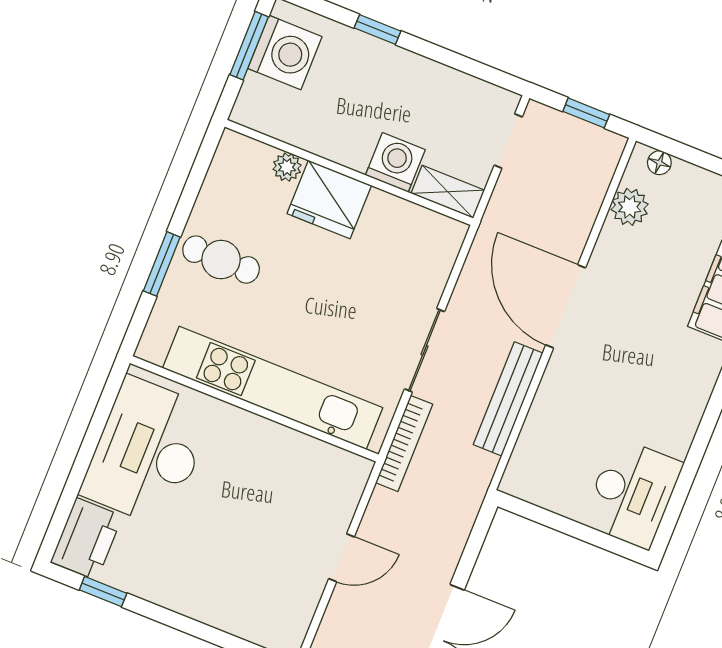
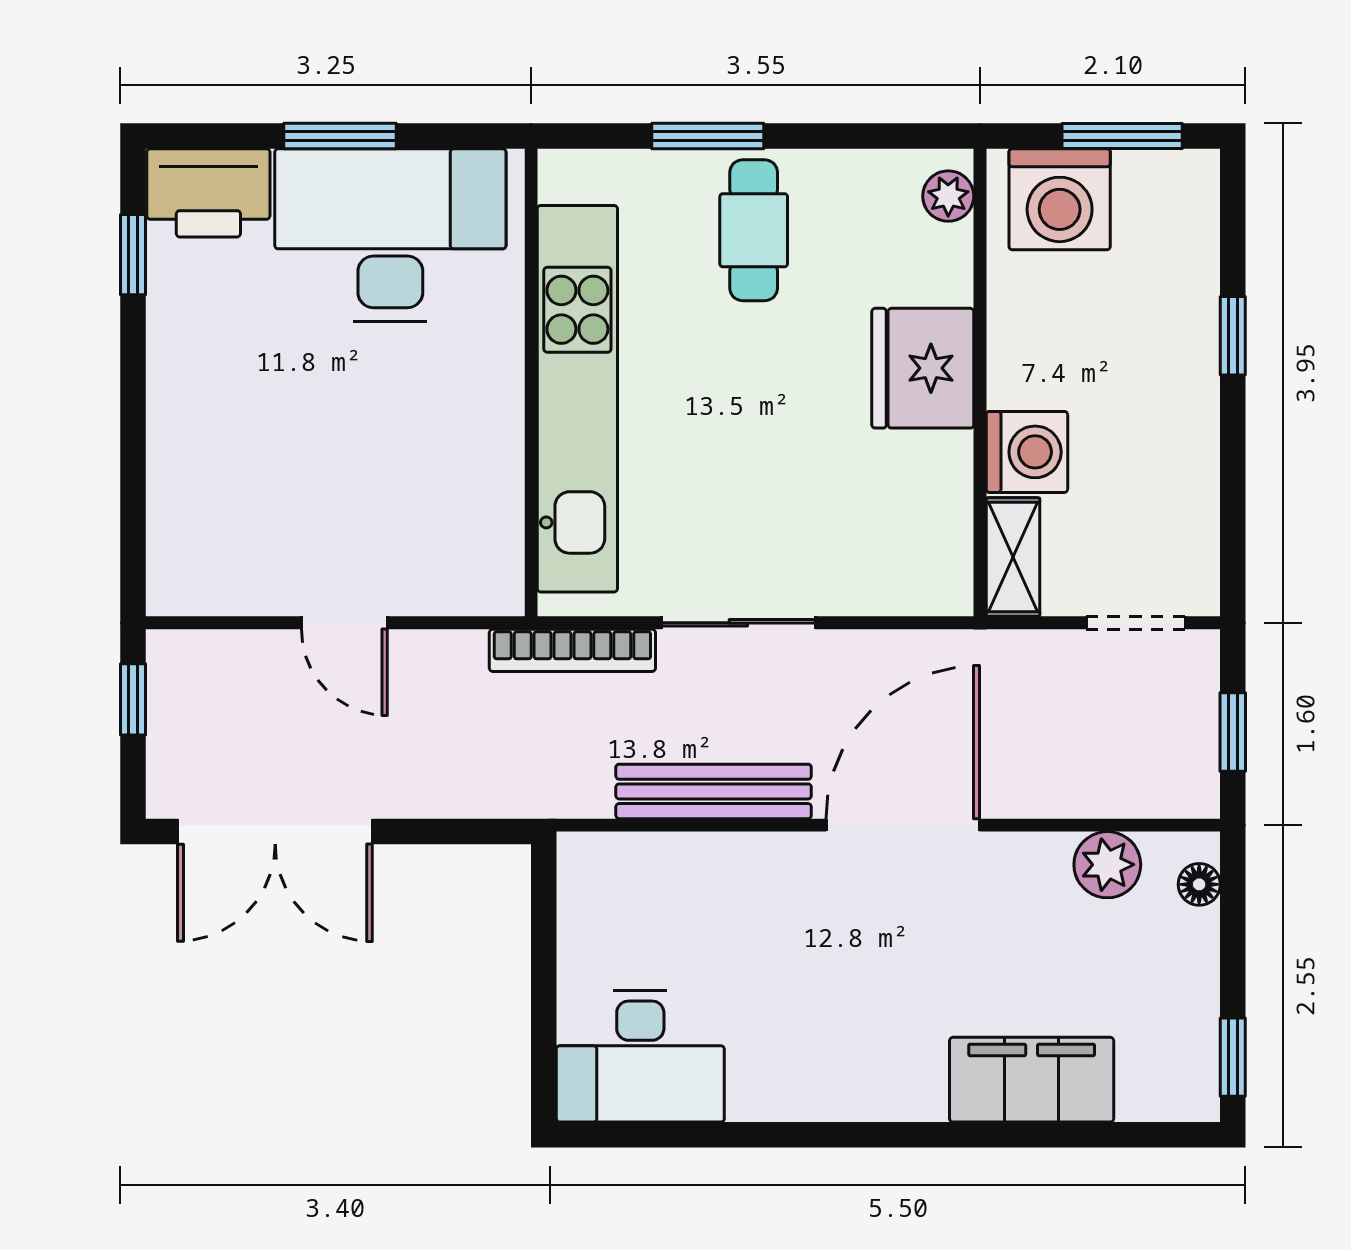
washing machine: (285, 52) -> (1060, 199), moved
plant: (287, 167) -> (948, 196), moved
window: (84, 458) -> (340, 136), added

